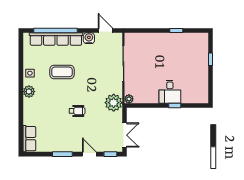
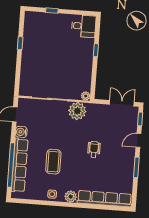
desk: (170, 92) -> (84, 26), moved
plant: (114, 103) -> (77, 111), moved
row of seats: (29, 139) -> (105, 199), width x2.02

